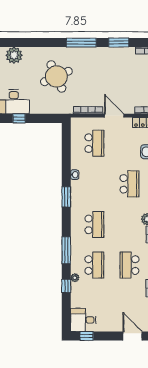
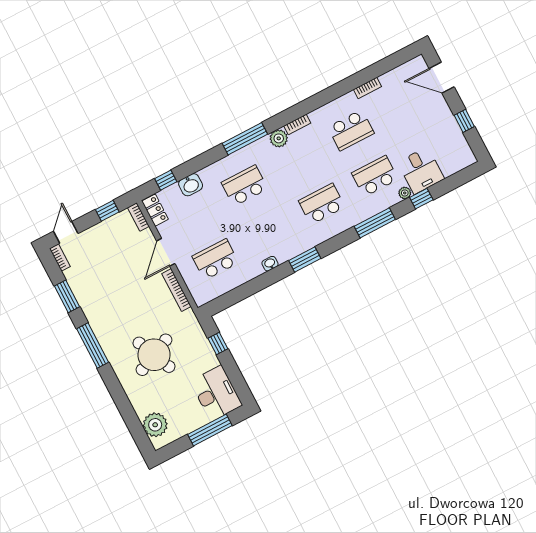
window: (19, 118) -> (218, 344), moved
desk: (83, 320) -> (421, 170), moved
window: (87, 336) -> (464, 121), moved
door: (133, 336) -> (442, 78), hinge flipped

